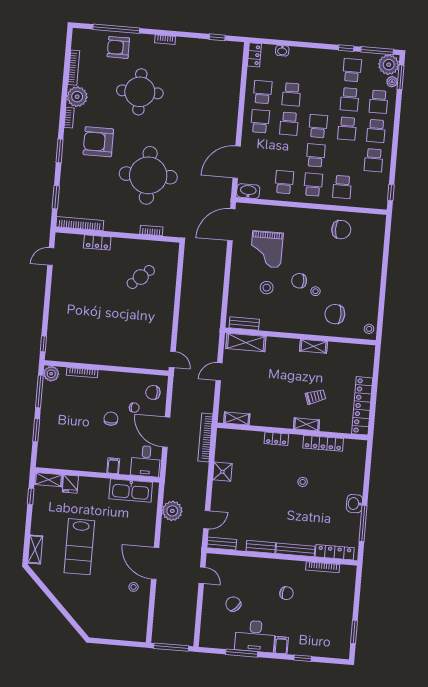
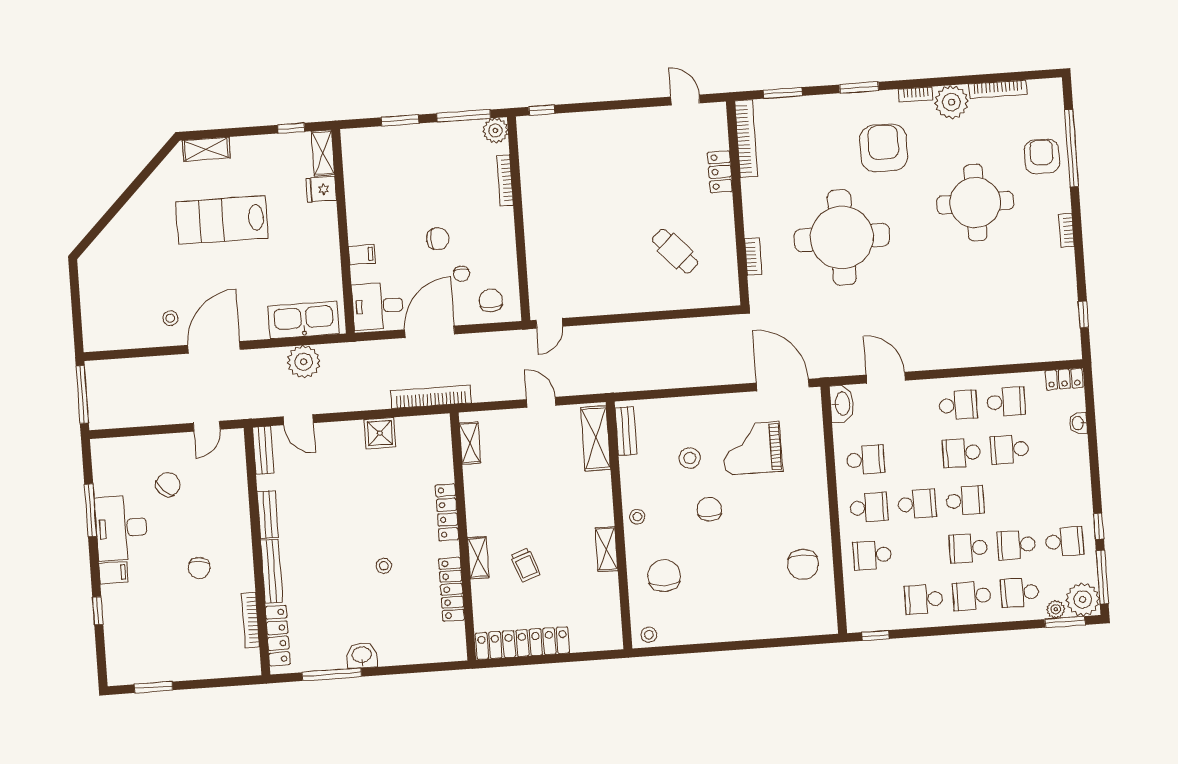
door: (237, 162) -> (886, 378), width x0.73
stool: (316, 291) -> (637, 517), moved
locker: (276, 439) -> (447, 512), width x1.53
kitchen sink: (131, 490) -> (304, 320), moved, turned 90

